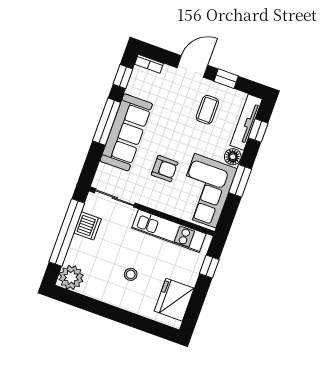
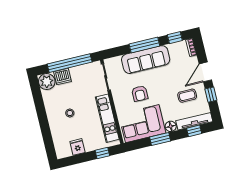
door: (192, 66) -> (205, 72), swing flipped
dishwasher: (88, 226) -> (62, 77), moved
fridge: (174, 300) -> (77, 147), width x0.53, depth x0.75

